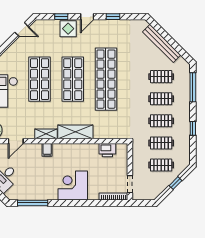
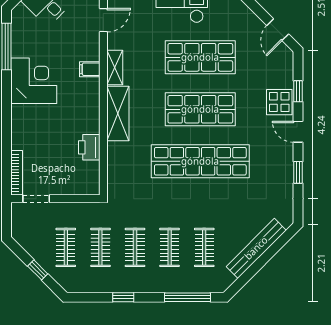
door: (16, 141) -> (103, 20), swing flipped
printer: (107, 150) -> (89, 147), moved
corner desk: (73, 186) -> (34, 81), moved

